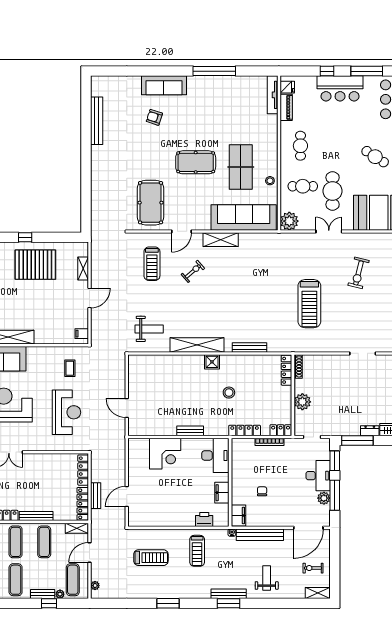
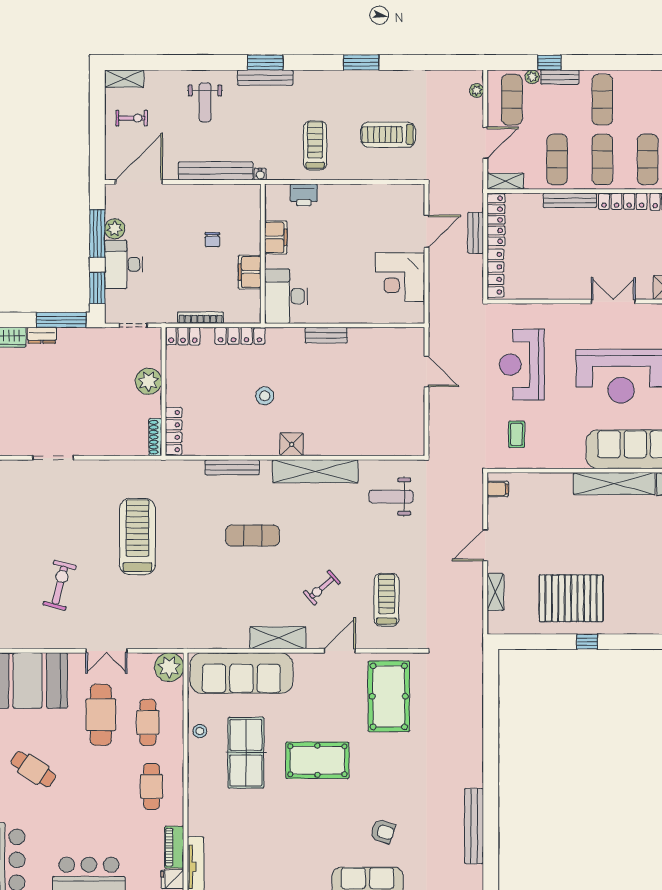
cafe table: (303, 186) -> (148, 722), turned 90
exercise mat: (237, 304) -> (253, 536), added
corner desk: (165, 454) -> (400, 277), moved, turned -90
filing cabinet: (238, 515) -> (250, 272), moved

